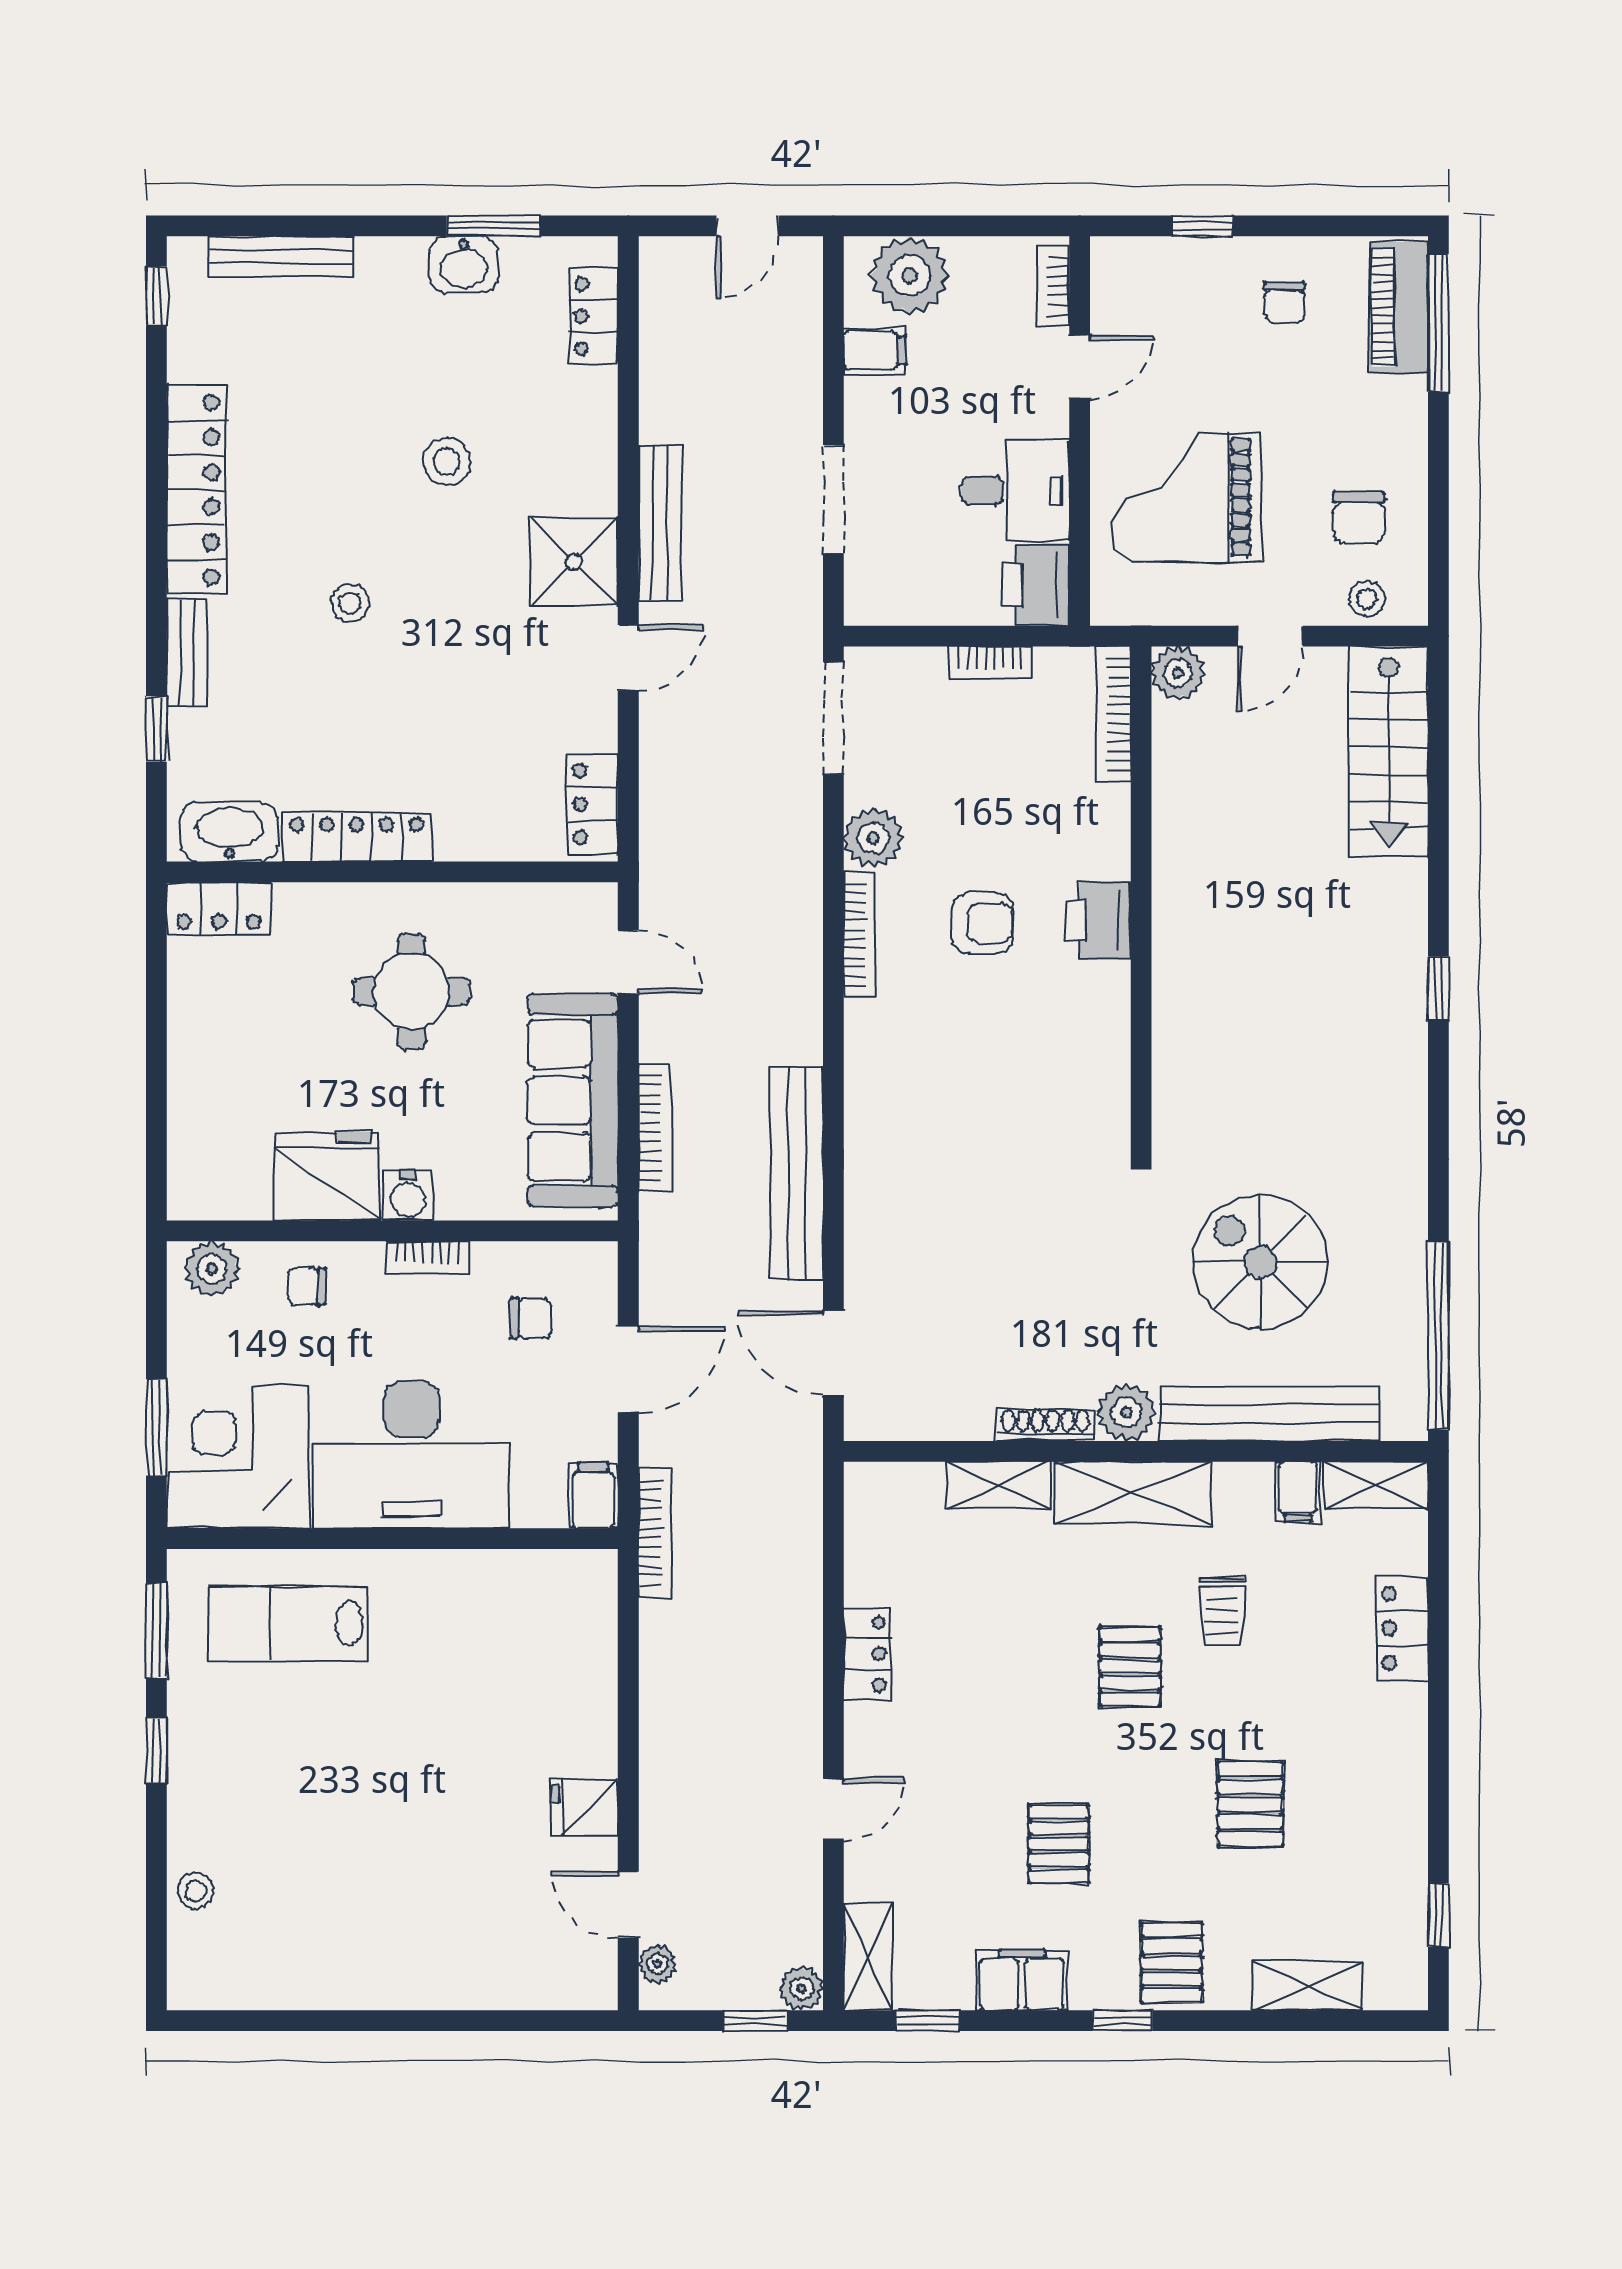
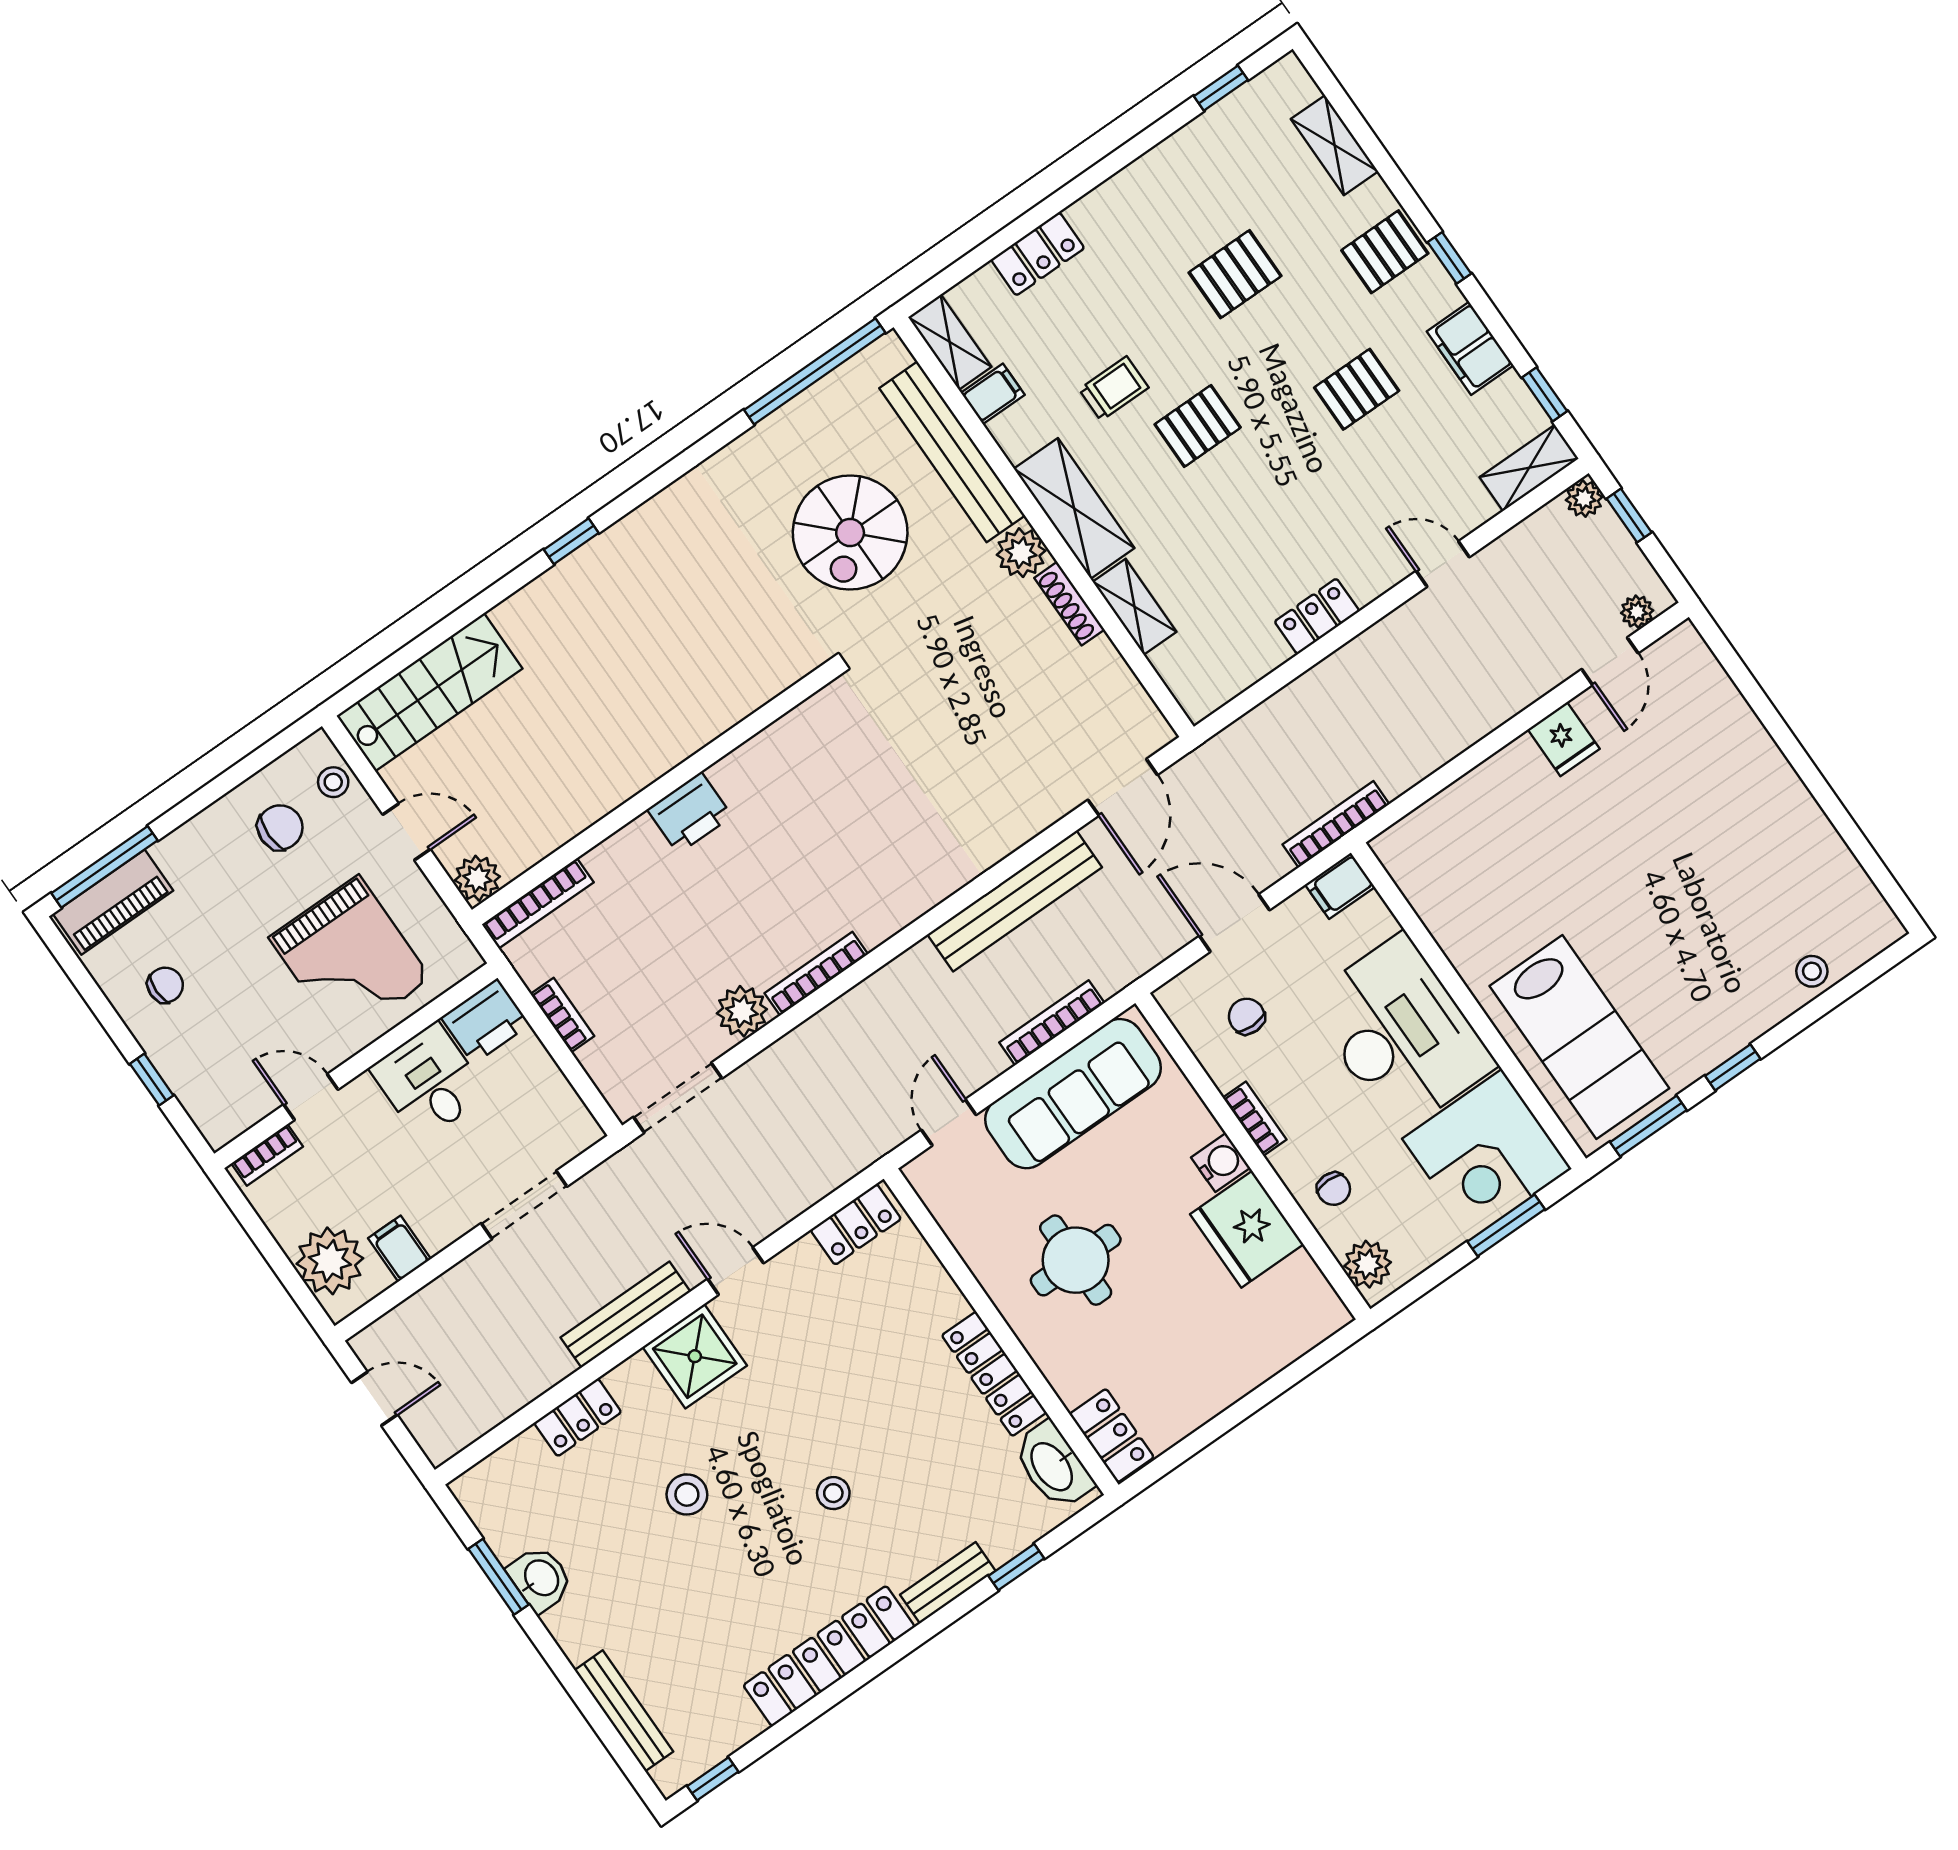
locker: (594, 316) -> (578, 1417), moved
armchair: (982, 923) -> (749, 893), removed
lab bench: (288, 1624) -> (1579, 1037), width x1.36, depth x1.39

